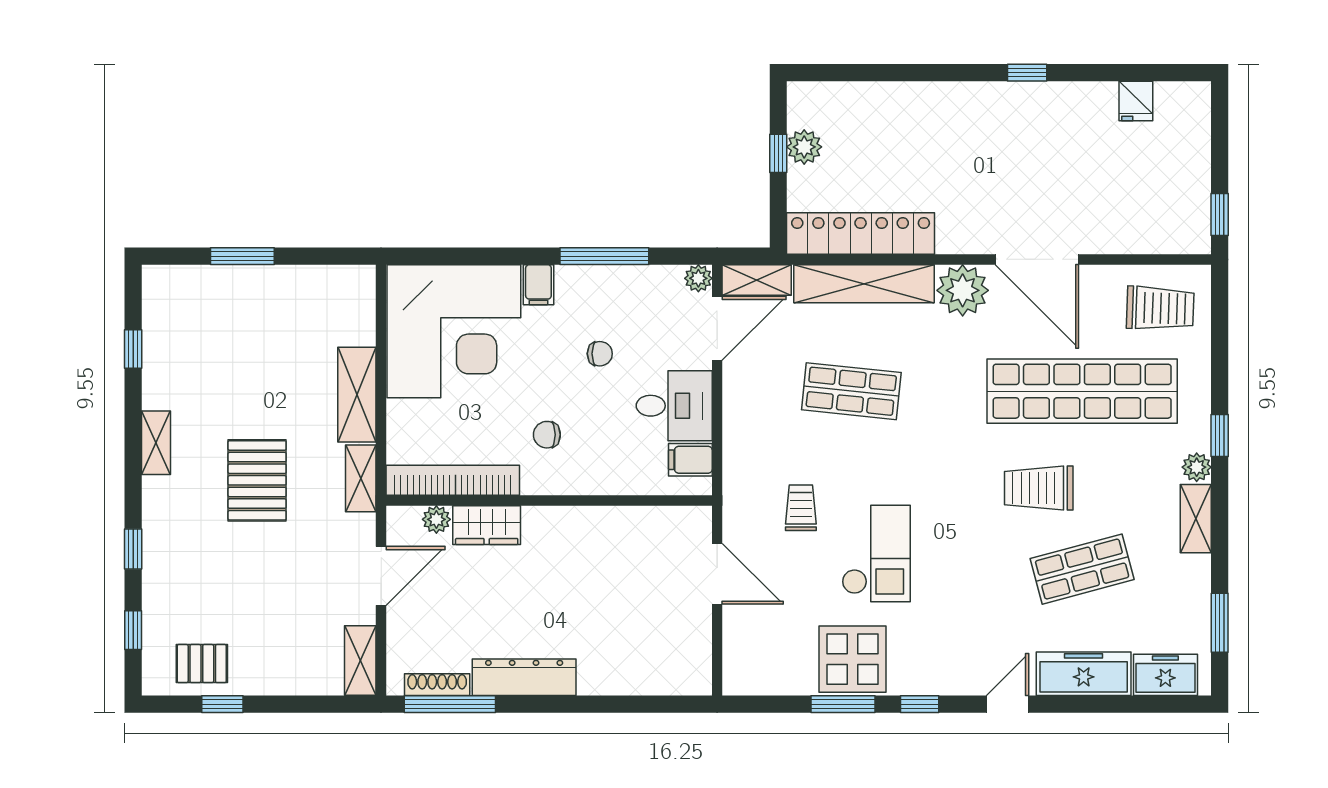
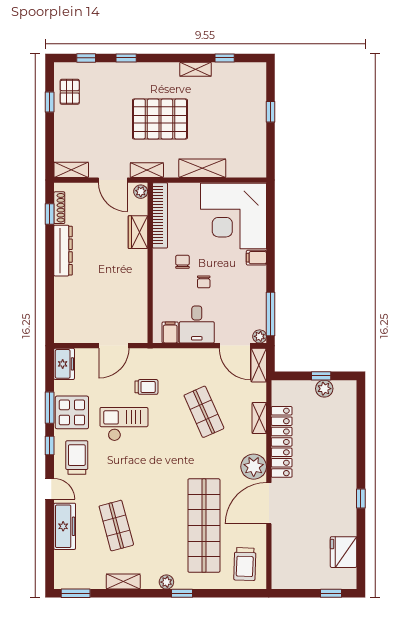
fridge: (1136, 101) -> (344, 552), width x1.88, depth x1.34
window: (1220, 215) -> (331, 593), moved
locker: (861, 233) -> (282, 442), moved
window: (242, 256) -> (271, 112), width x0.67
window: (604, 256) -> (271, 314), moved
shelving: (864, 284) -> (259, 418), width x0.45, depth x0.75
chair: (600, 354) -> (204, 282), moved
shop shelf: (851, 391) -> (204, 412), turned -30
shelving: (156, 443) -> (196, 69), moved
shelving: (361, 478) -> (147, 170), moved
pallet: (257, 480) -> (160, 119), width x1.37, depth x1.41
trolley: (1039, 488) -> (77, 457), moved
plant: (436, 519) -> (141, 192), moved
shelving: (1196, 519) -> (123, 582), moved
checkout: (876, 553) -> (124, 424), turned 180
window: (1220, 623) -> (76, 593), moved
freezer: (1165, 675) -> (64, 364), moved
window: (450, 704) -> (50, 214), width x0.46

